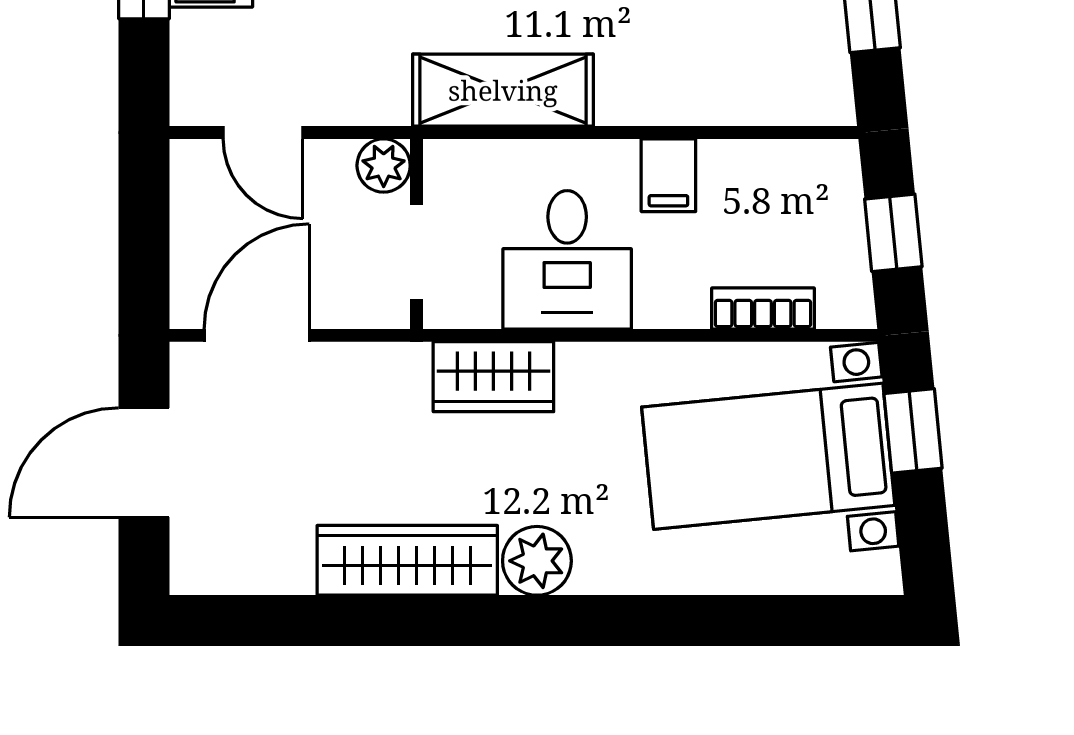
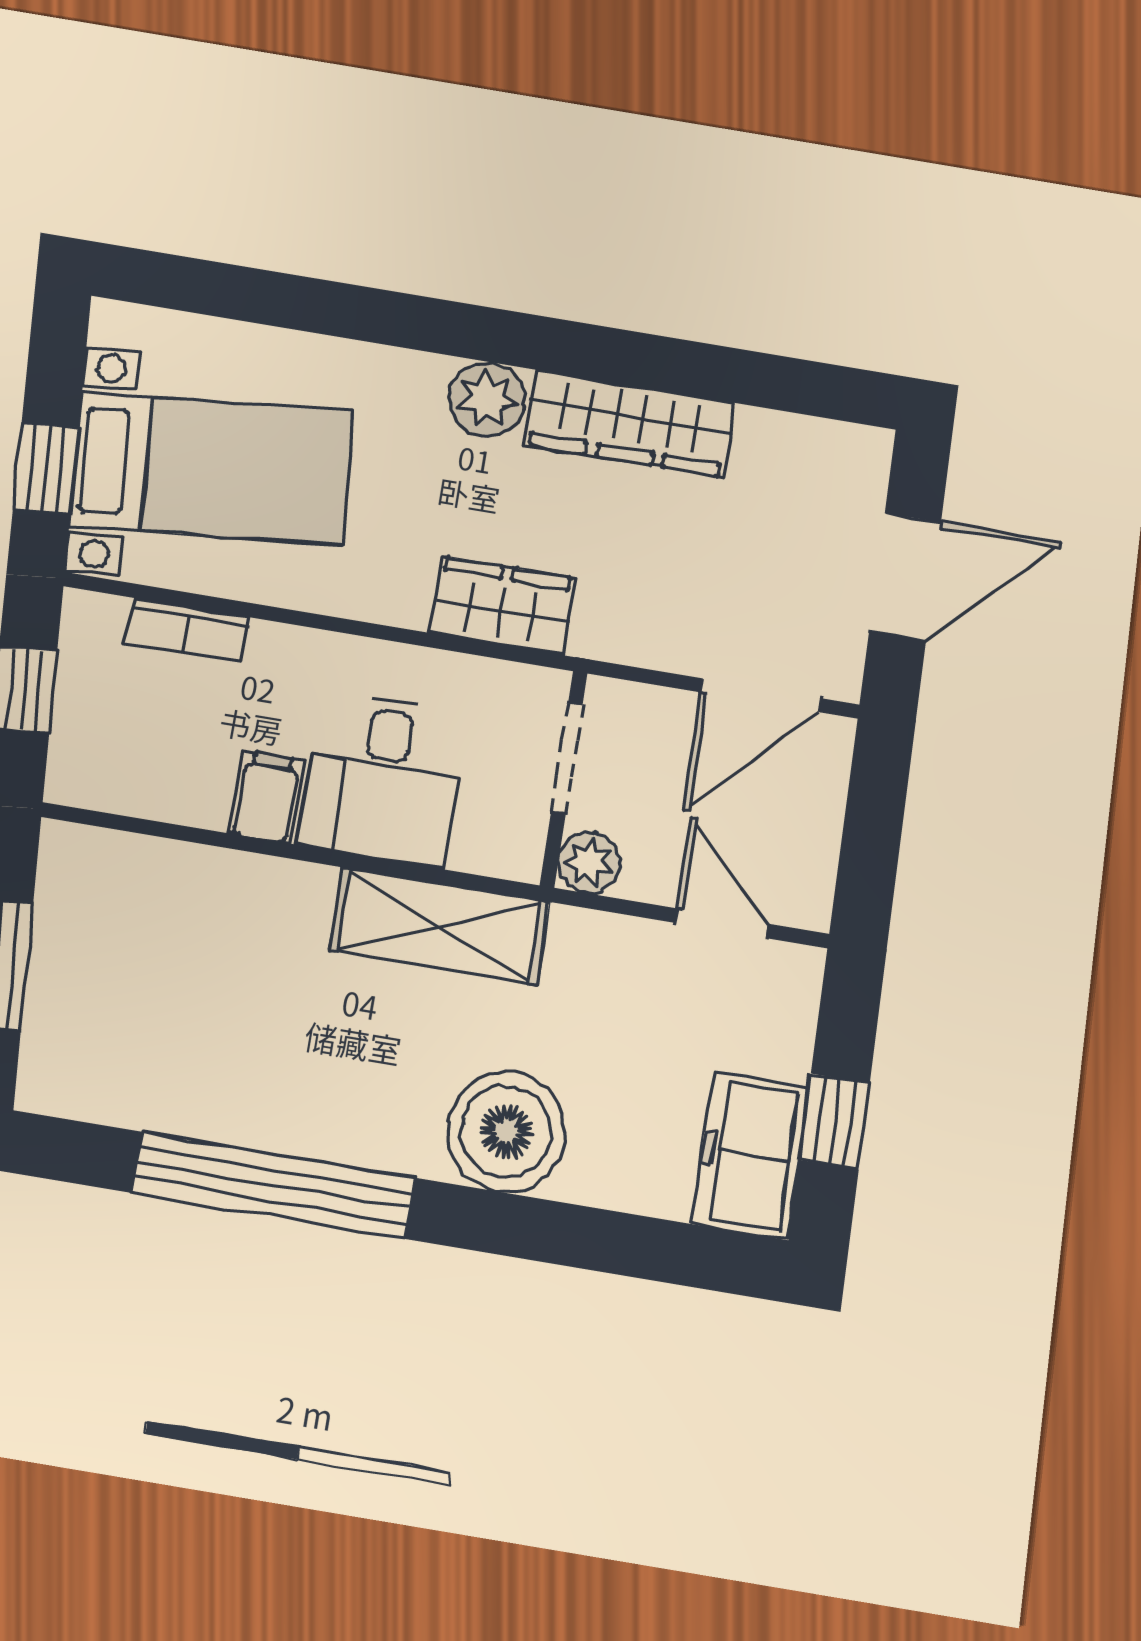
desk: (567, 260) -> (383, 778), moved, turned 180

